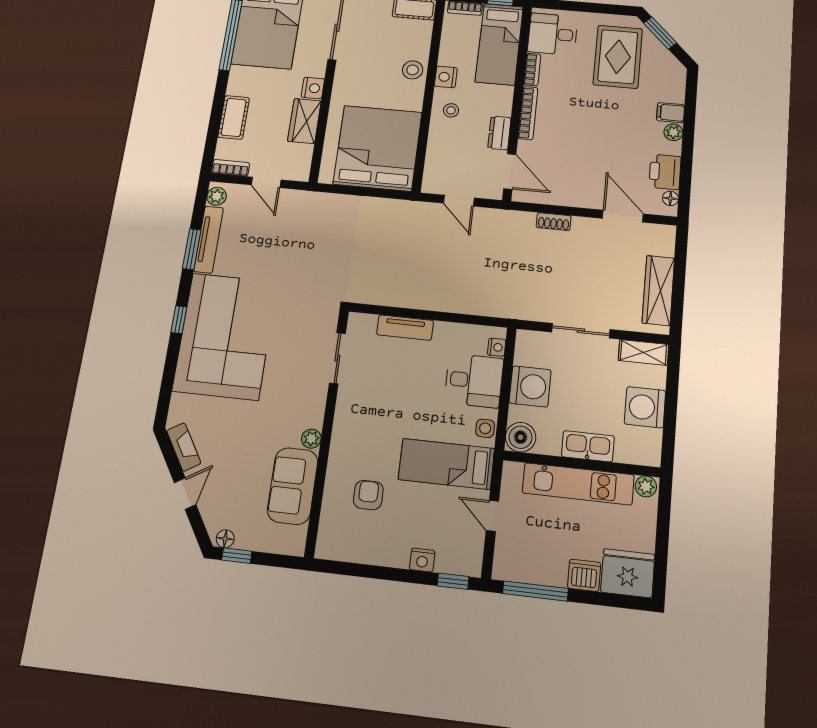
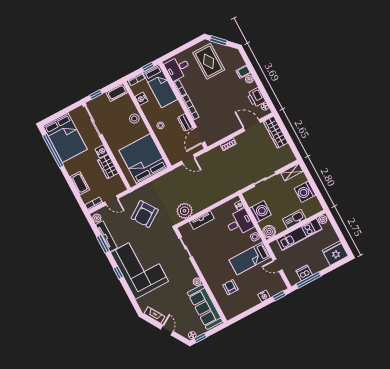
nightstand: (446, 77) -> (141, 99), moved
door: (510, 171) -> (199, 135), swing flipped
armchair: (307, 246) -> (145, 214), added
plant: (385, 289) -> (185, 211), added
wardrobe: (658, 290) -> (276, 132), moved
sofa: (293, 486) -> (205, 307), width x1.36
dishwasher: (584, 575) -> (304, 273), moved

